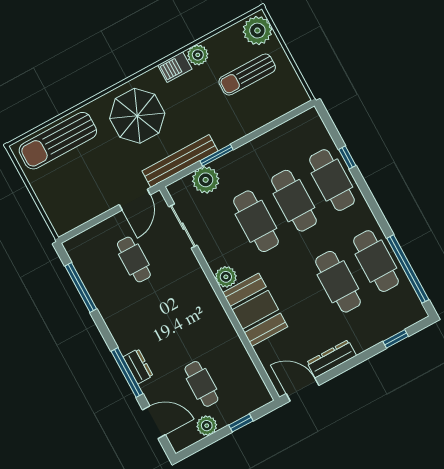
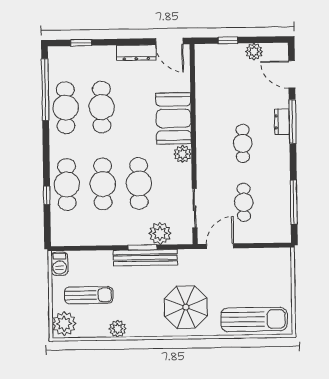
barbecue: (175, 67) -> (59, 264), moved, turned 90
bench: (180, 161) -> (145, 258), moved
cafe table: (201, 384) -> (243, 143), moved

